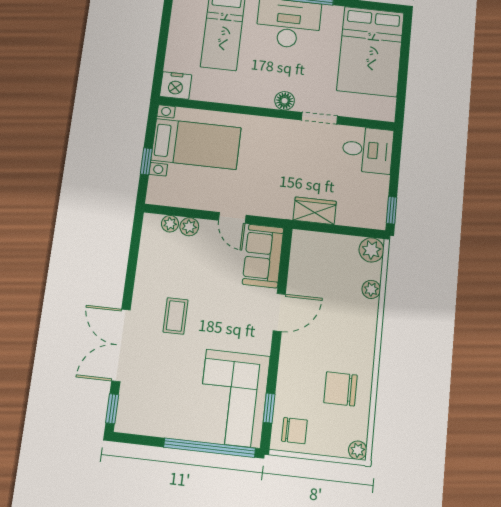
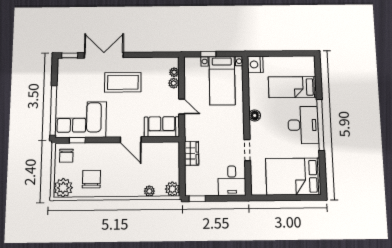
floor lamp: (285, 101) -> (255, 116), moved
door: (232, 218) -> (182, 107), swing flipped
coffee table: (175, 316) -> (123, 82), width x1.86, depth x1.72
plant: (358, 450) -> (63, 188), width x1.88, depth x1.88

